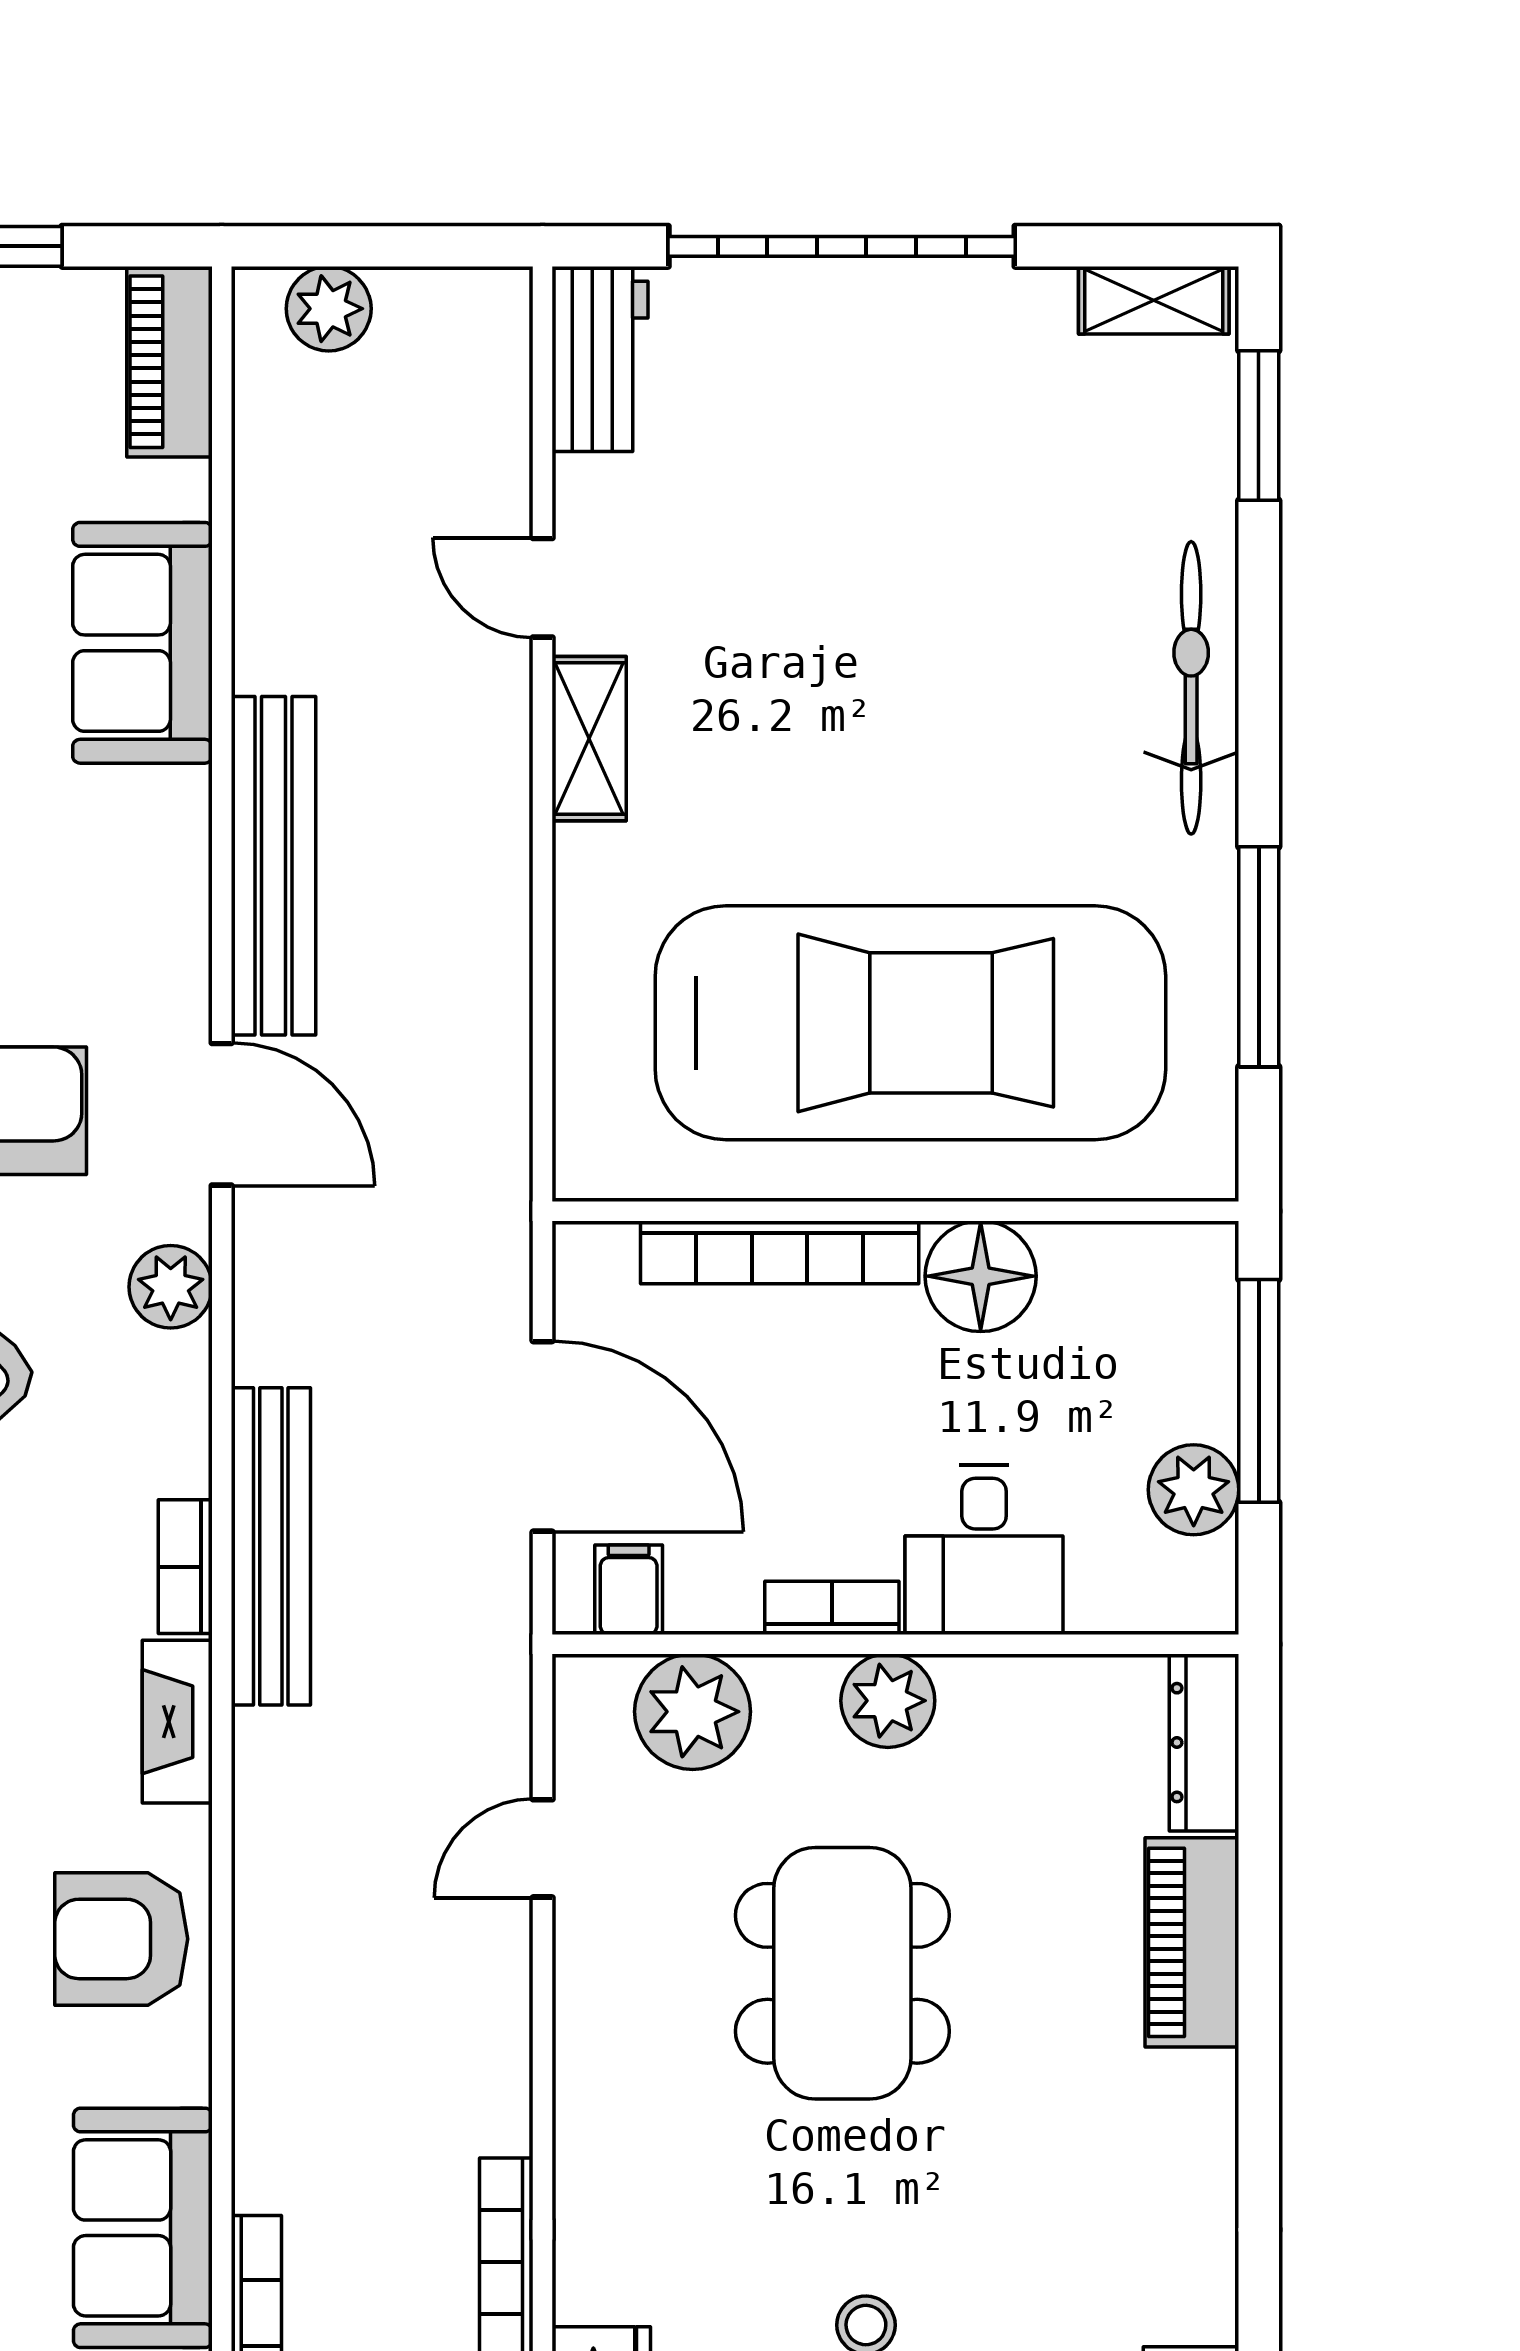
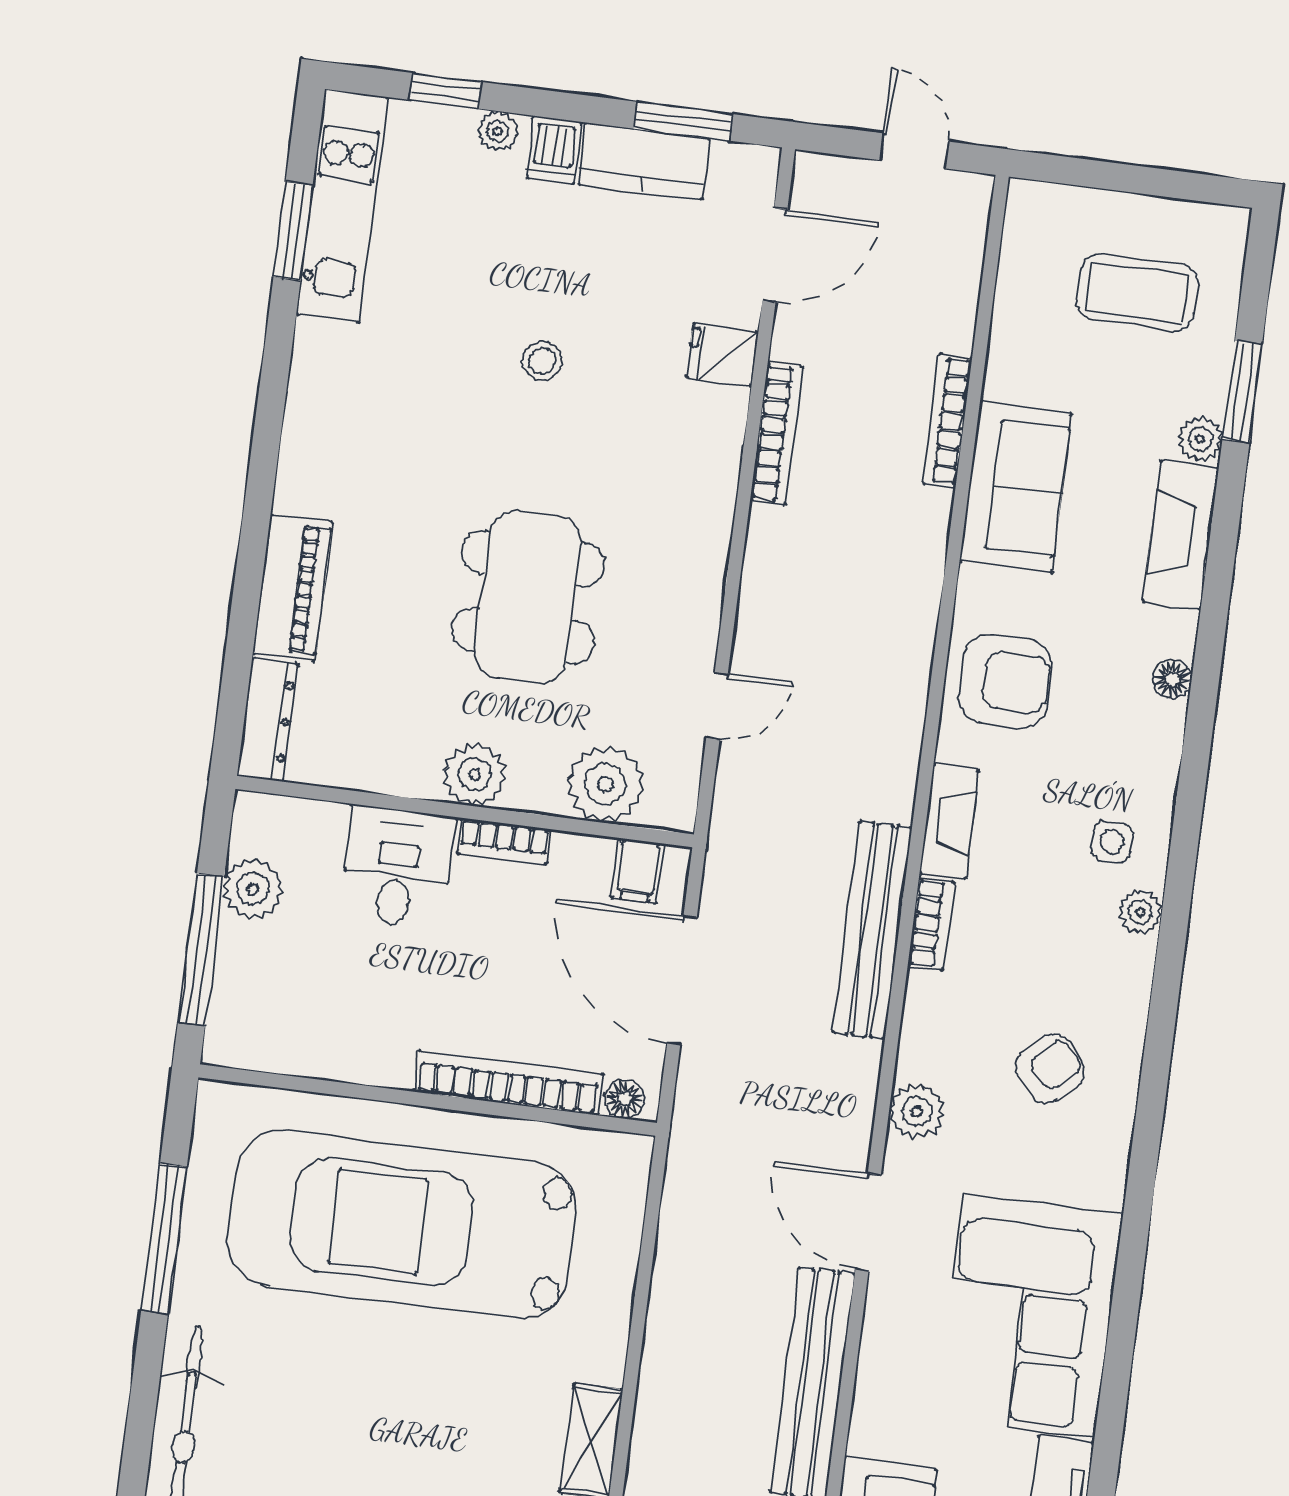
floor lamp: (981, 1276) -> (625, 1099), moved, width x0.53, depth x0.53

